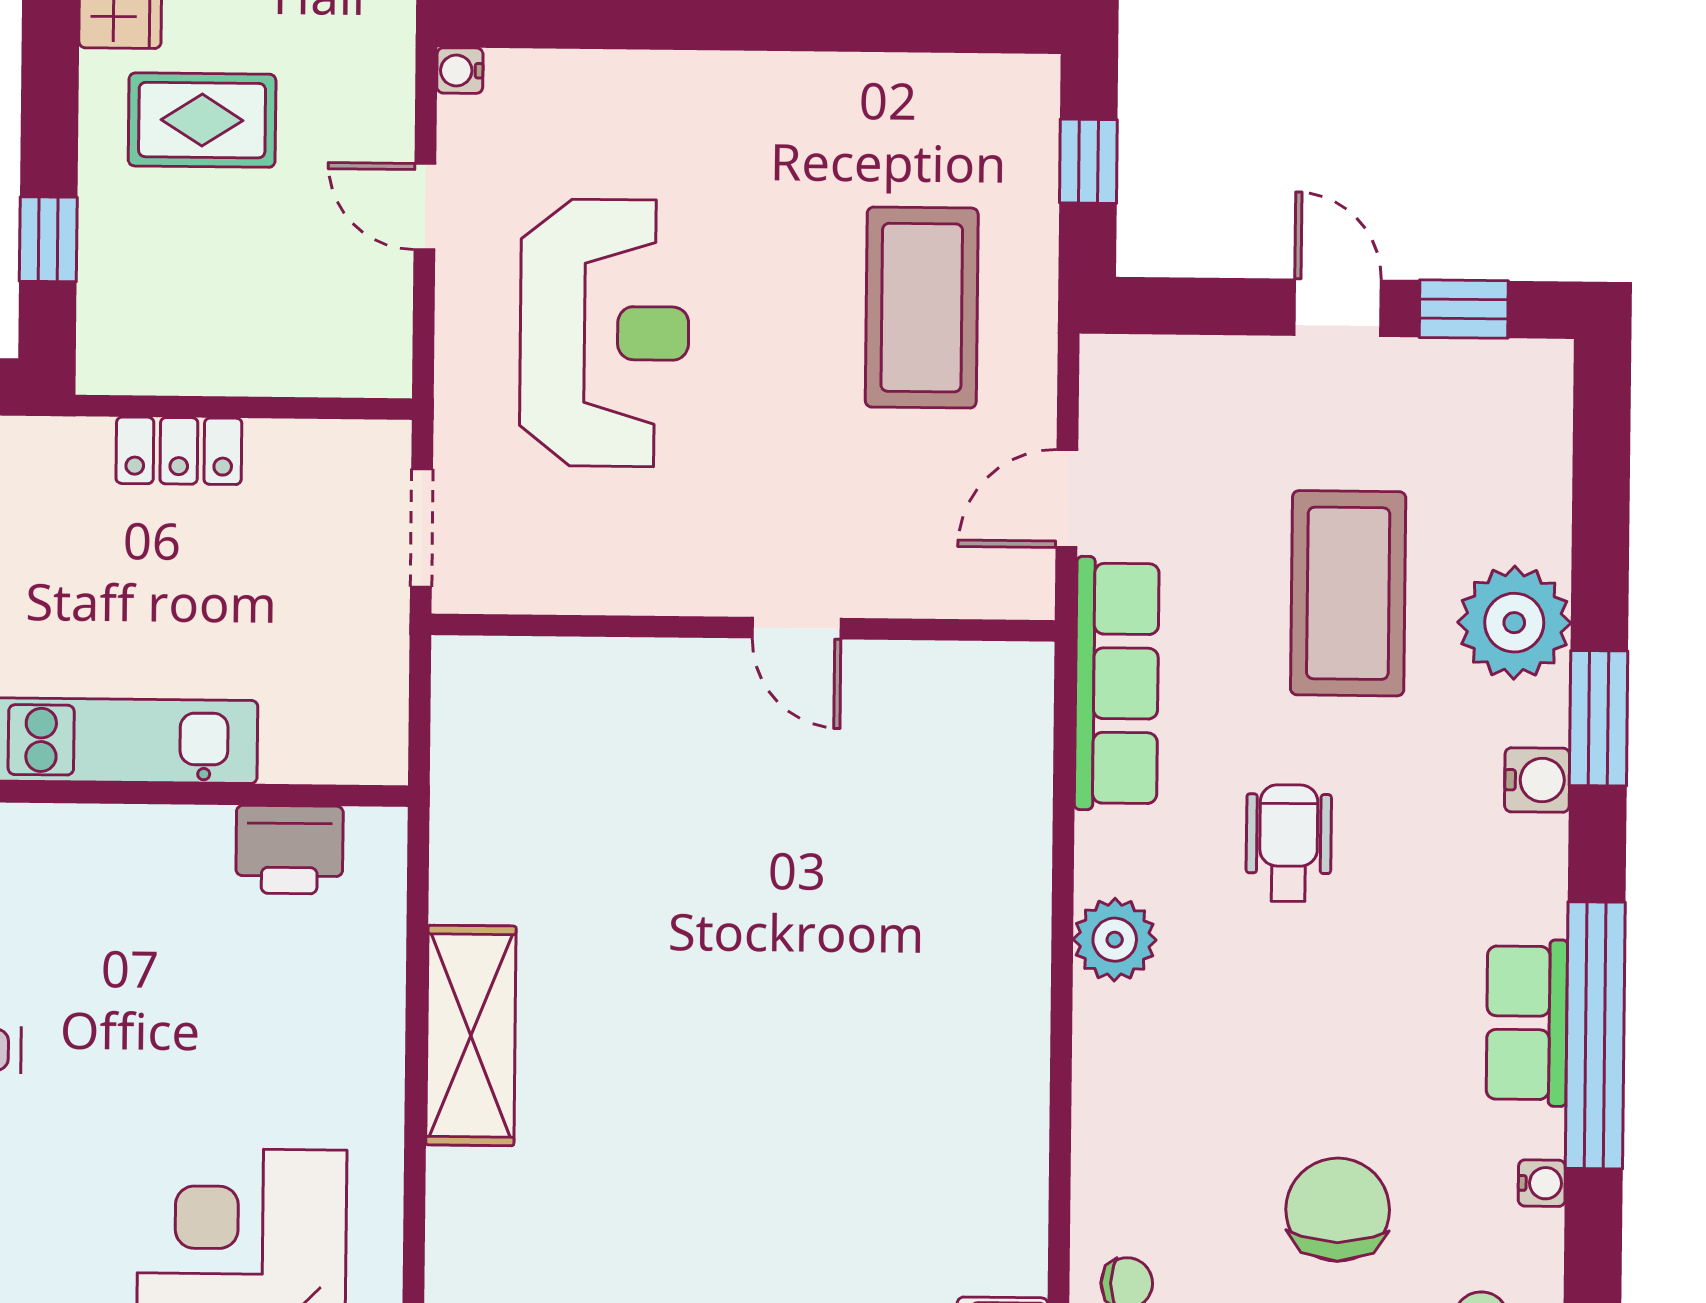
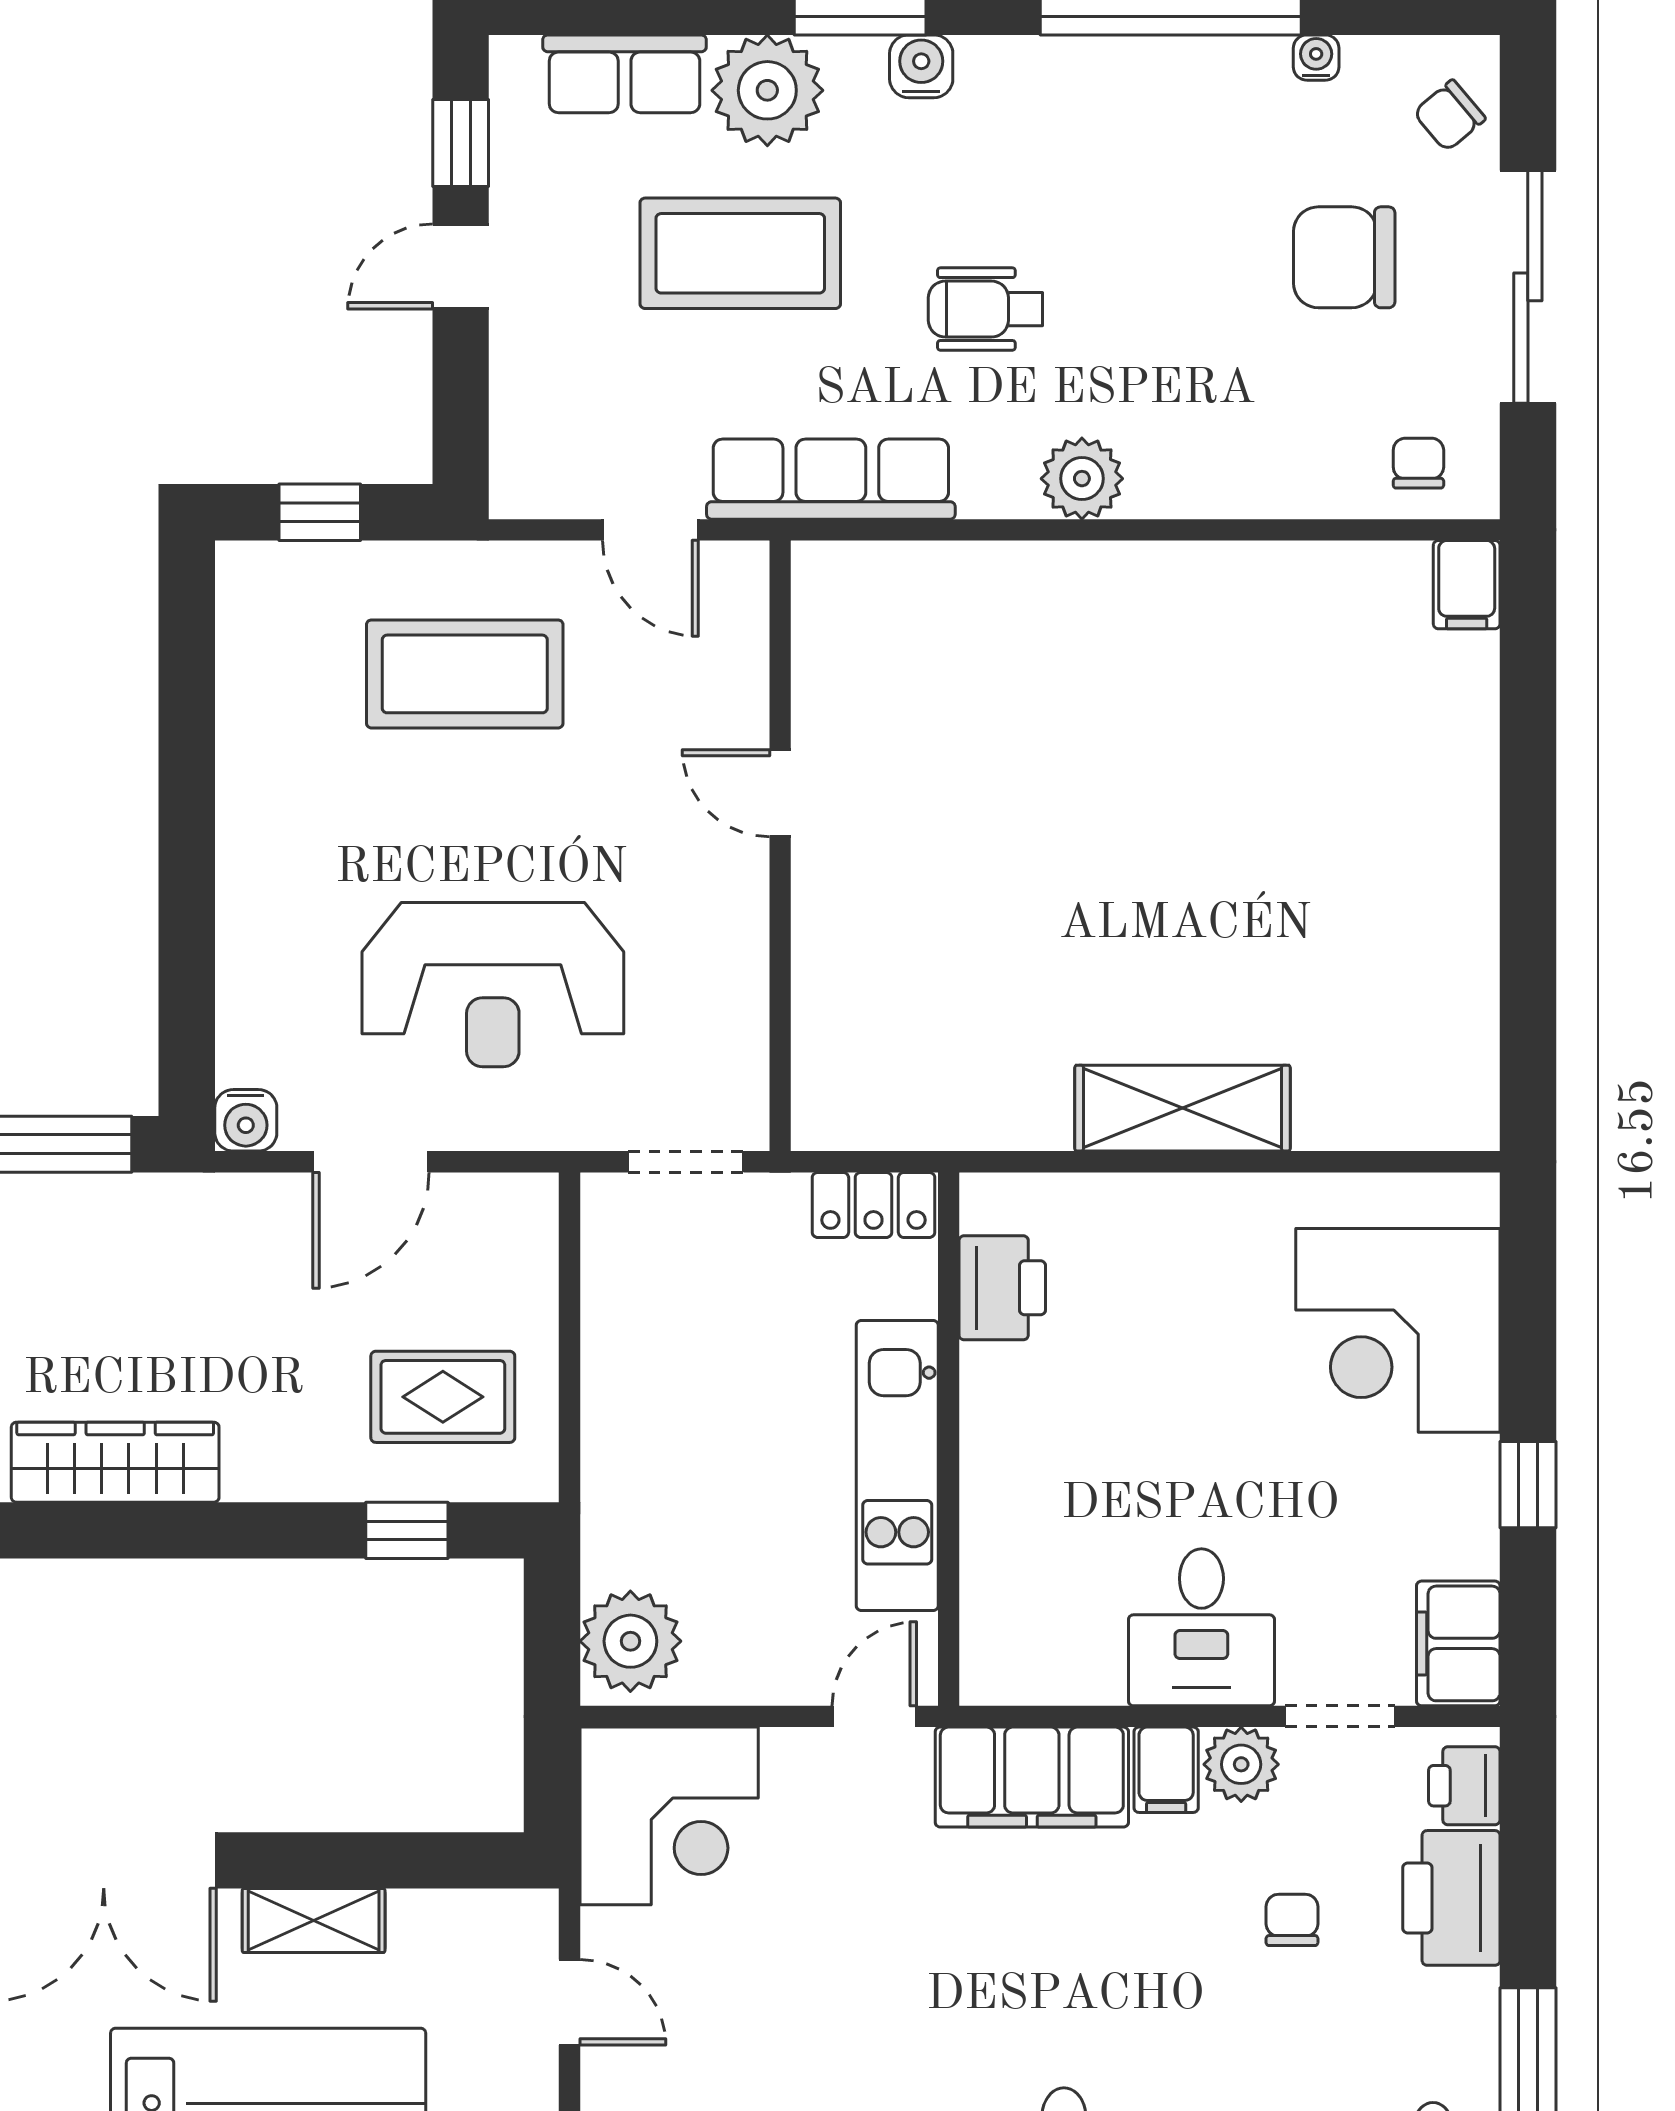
water cooler: (460, 71) -> (246, 1120), width x1.38, depth x1.38
rug: (202, 120) -> (443, 1397), moved, turned 90
door: (425, 207) -> (371, 1162), width x1.38
reception desk: (604, 333) -> (493, 985), turned 180
locker: (179, 451) -> (873, 1205), moved, turned 90
door: (797, 628) -> (780, 793), swing flipped
row of seats: (1527, 1023) -> (625, 74), moved

